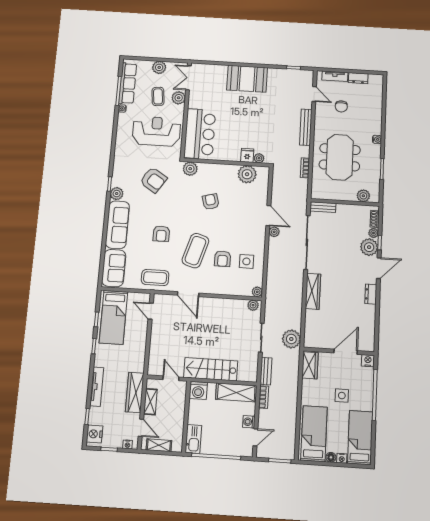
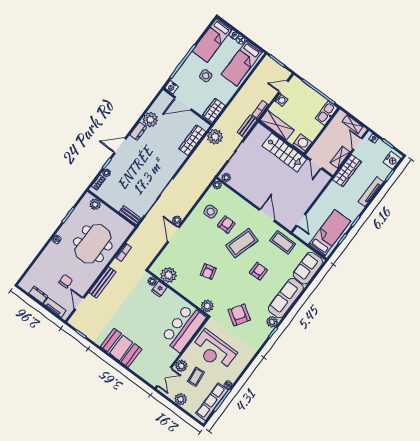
plant: (369, 247) -> (150, 120), moved
wardrobe: (313, 291) -> (192, 140), moved

